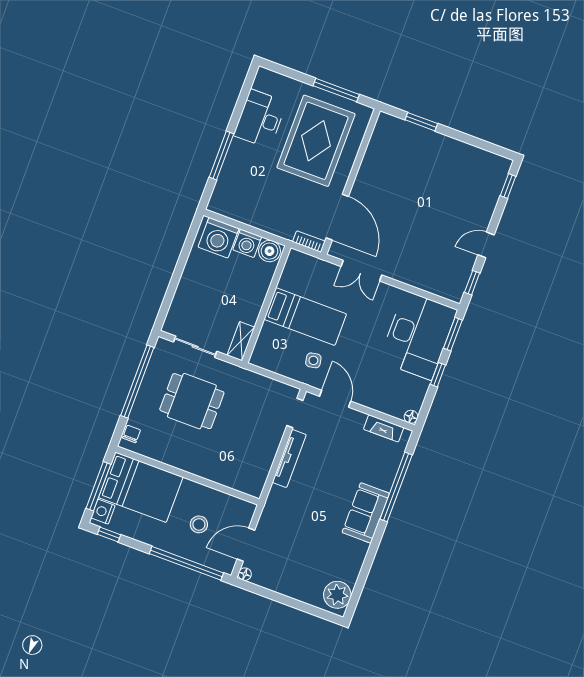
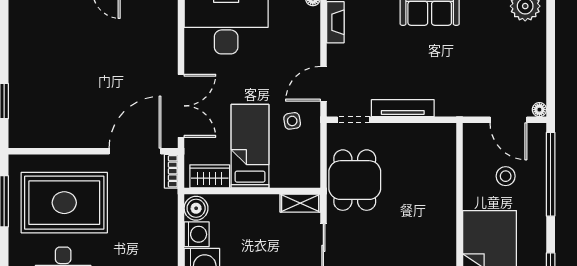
double door: (361, 271) -> (181, 106), width x1.37
wardrobe: (292, 273) -> (210, 176), added
dining table: (192, 401) -> (355, 180), moved

